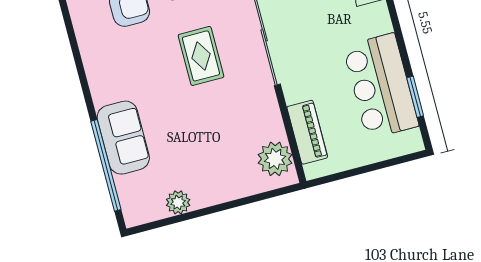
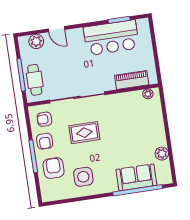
side table: (120, 63) -> (83, 177), added
sofa: (123, 138) -> (136, 177), moved
plant: (275, 159) -> (148, 94), width x0.53, depth x0.53

